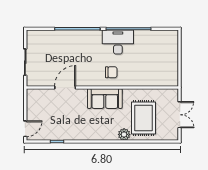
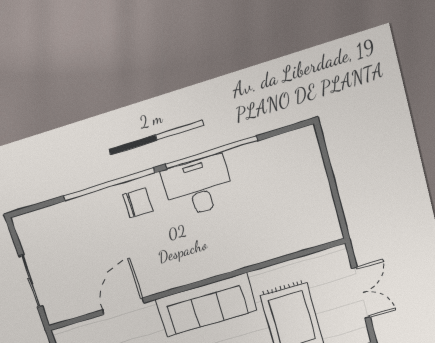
chair: (111, 72) -> (138, 203), moved
sofa: (105, 99) -> (206, 305), width x1.36

